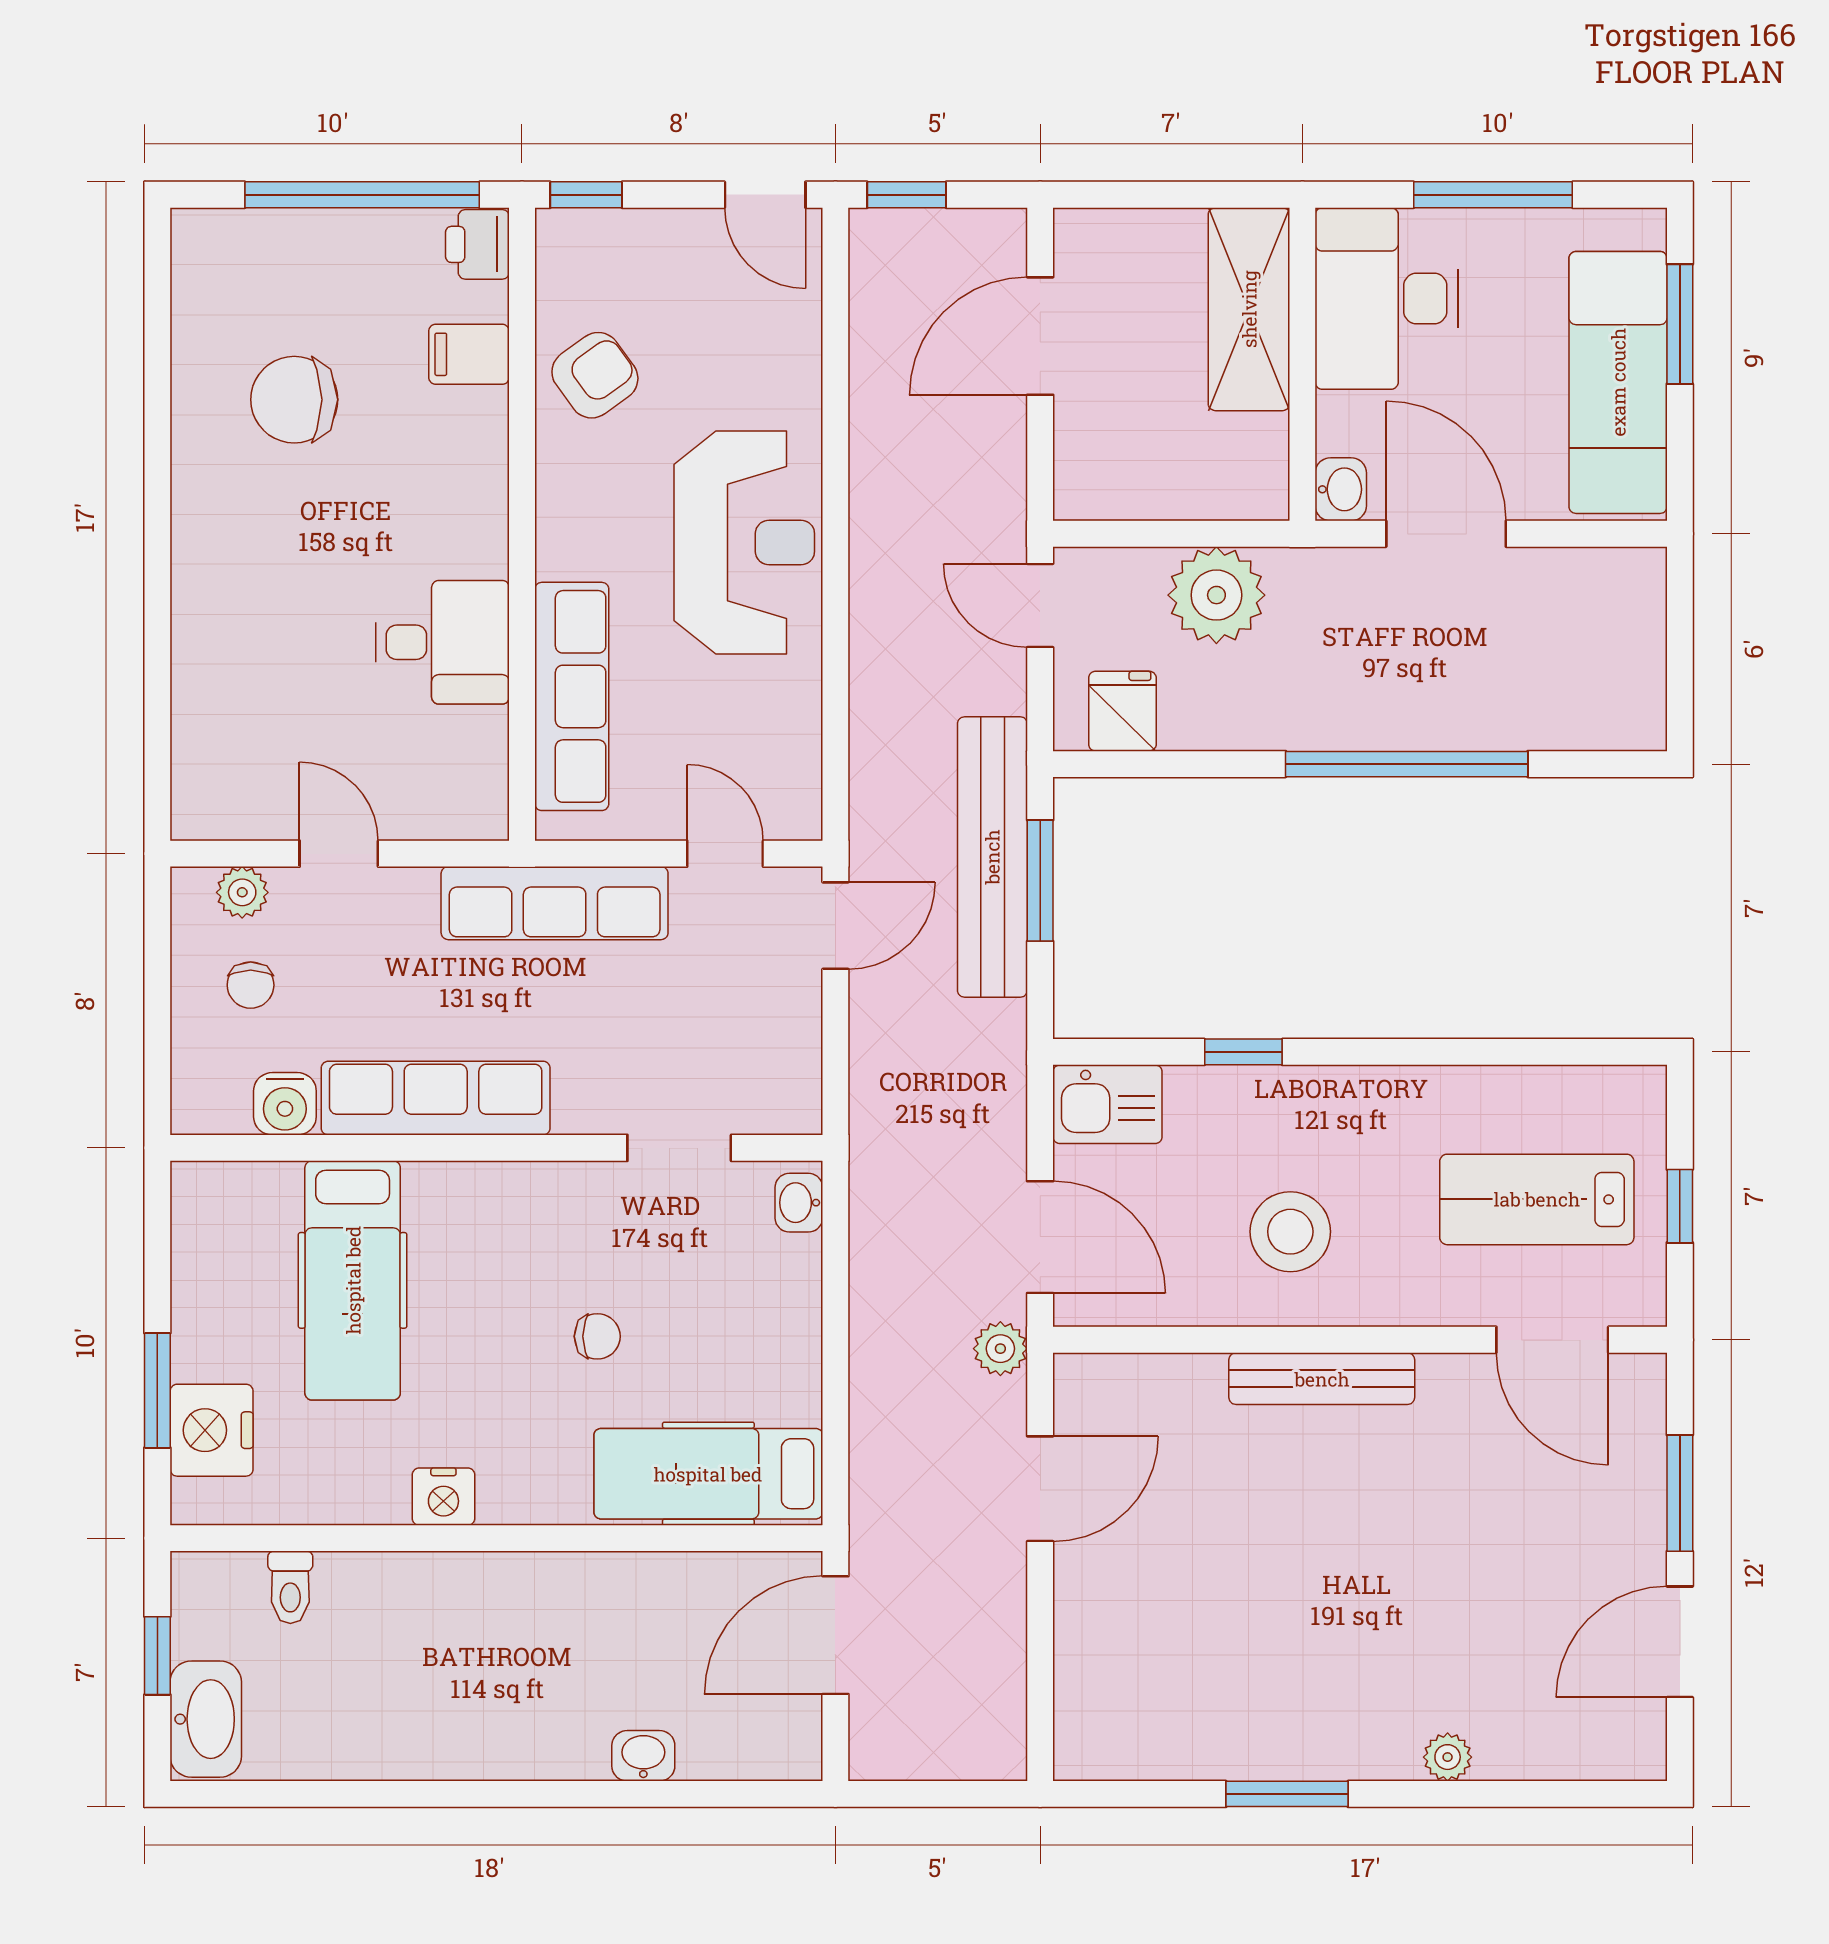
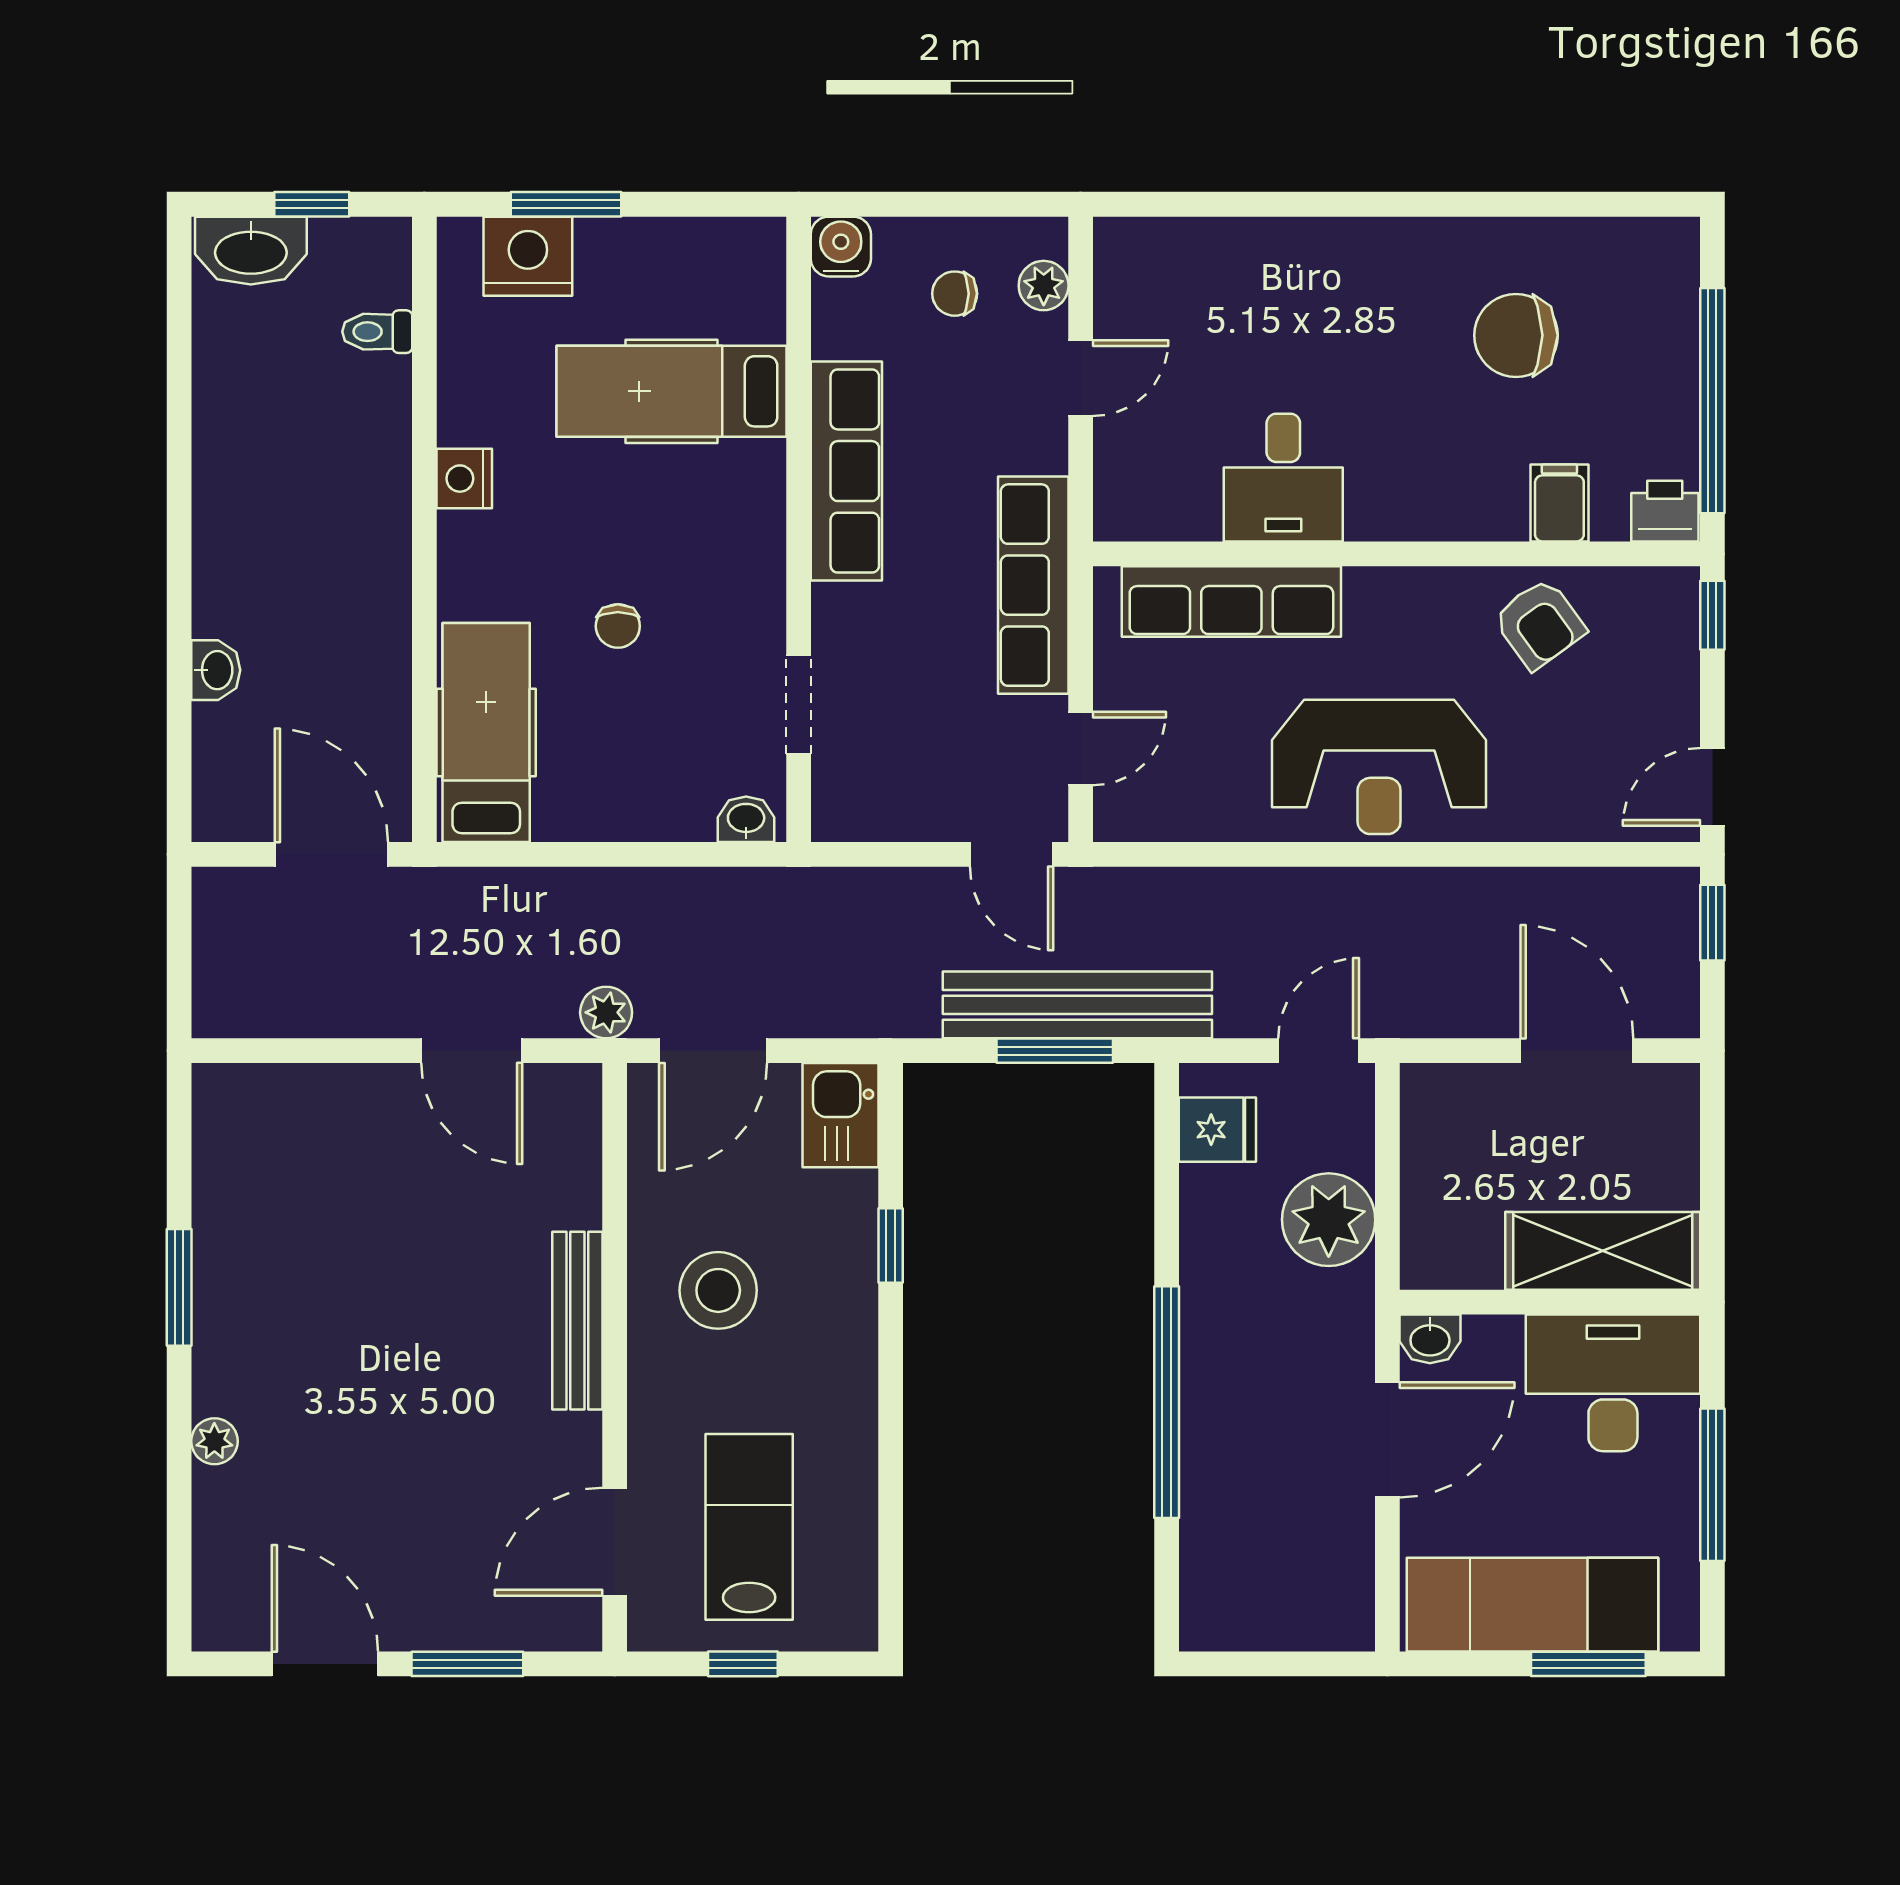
chair: (294, 400) -> (1516, 335), turned -90
water cooler: (285, 1104) -> (841, 247), moved, turned 90

